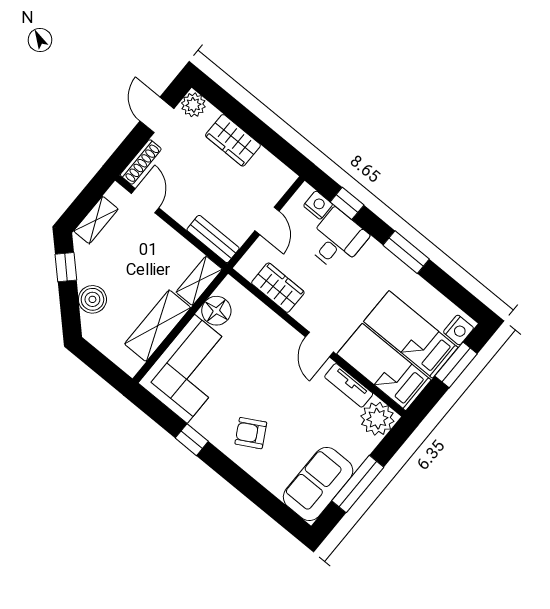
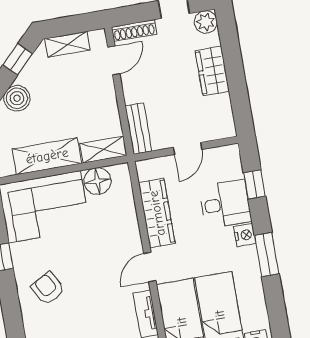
nightstand: (318, 205) -> (245, 235), moved
wardrobe: (278, 288) -> (157, 213), width x1.50

